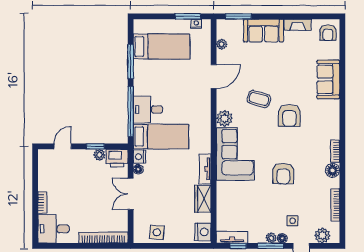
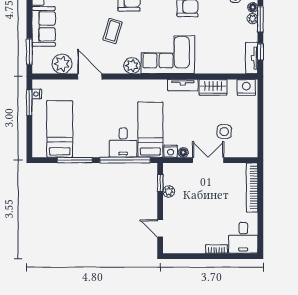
plant: (222, 44) -> (62, 64), width x1.87, depth x1.87
window: (95, 146) -> (160, 183), moved
printer: (117, 158) -> (172, 174), removed
double door: (131, 194) -> (208, 160), swing flipped
side table: (157, 232) -> (224, 132), moved

